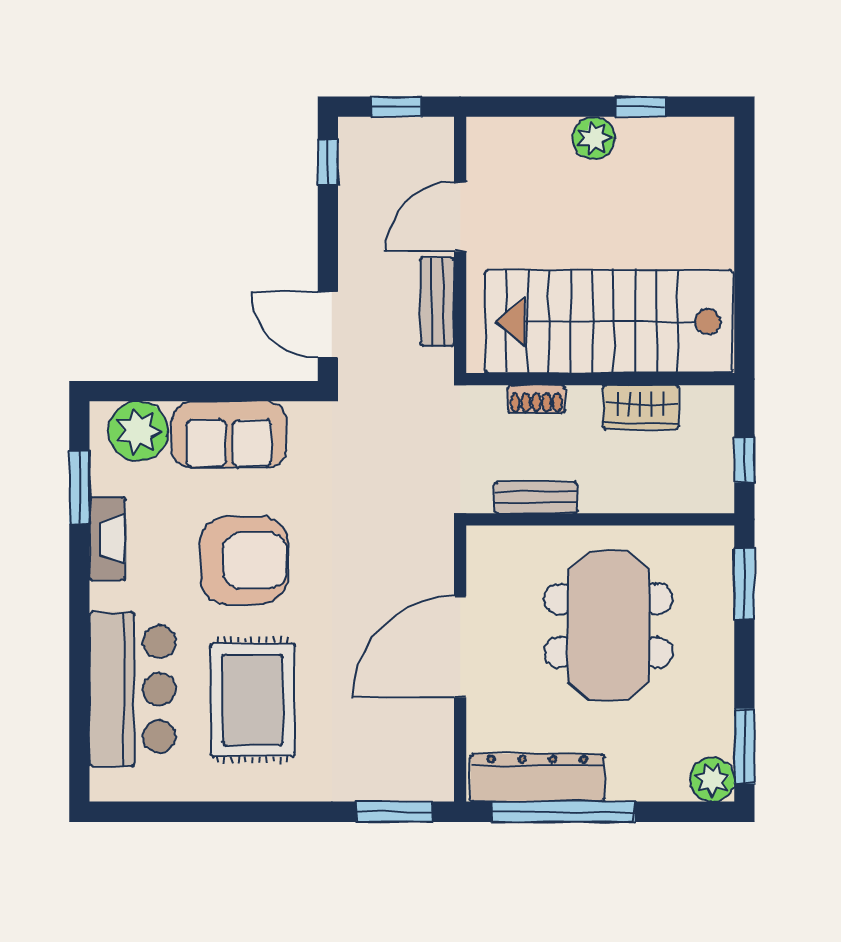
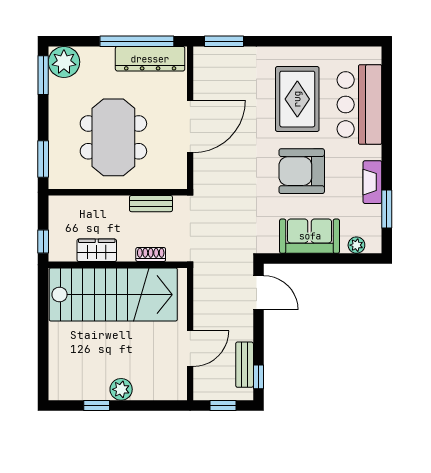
bench: (437, 302) -> (245, 365), moved
plant: (138, 431) -> (356, 245), width x0.53, depth x0.53
window: (744, 460) -> (43, 241), moved
plant: (712, 780) -> (64, 62), width x1.36, depth x1.36

